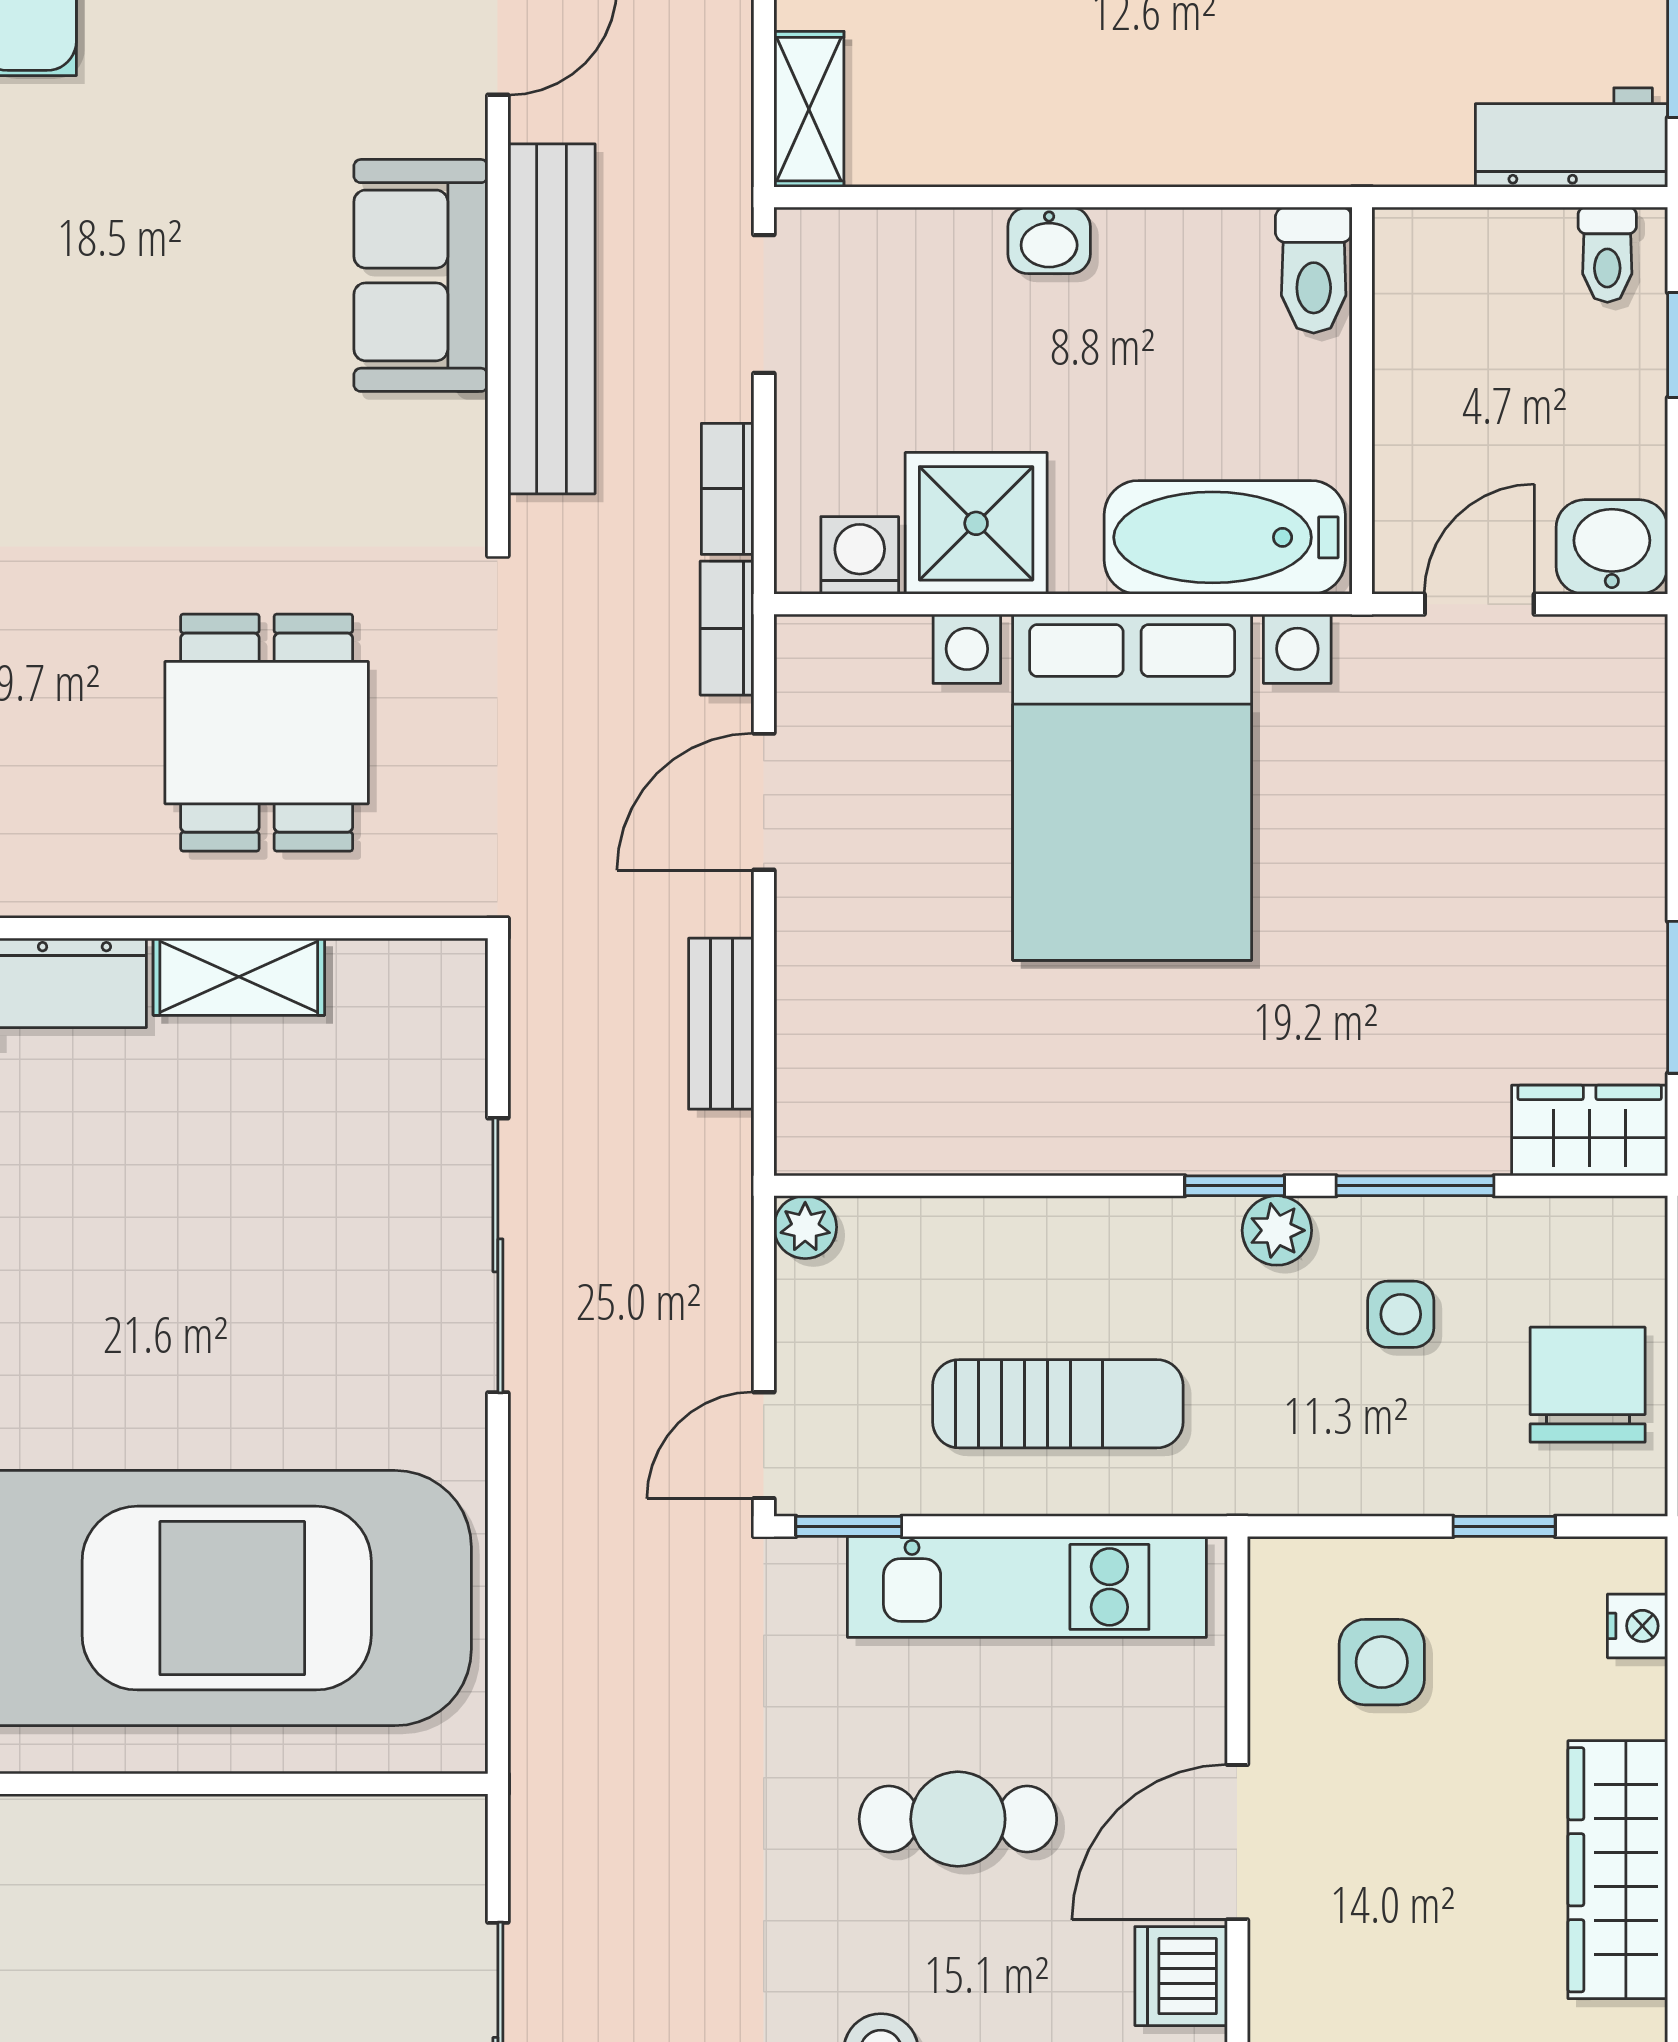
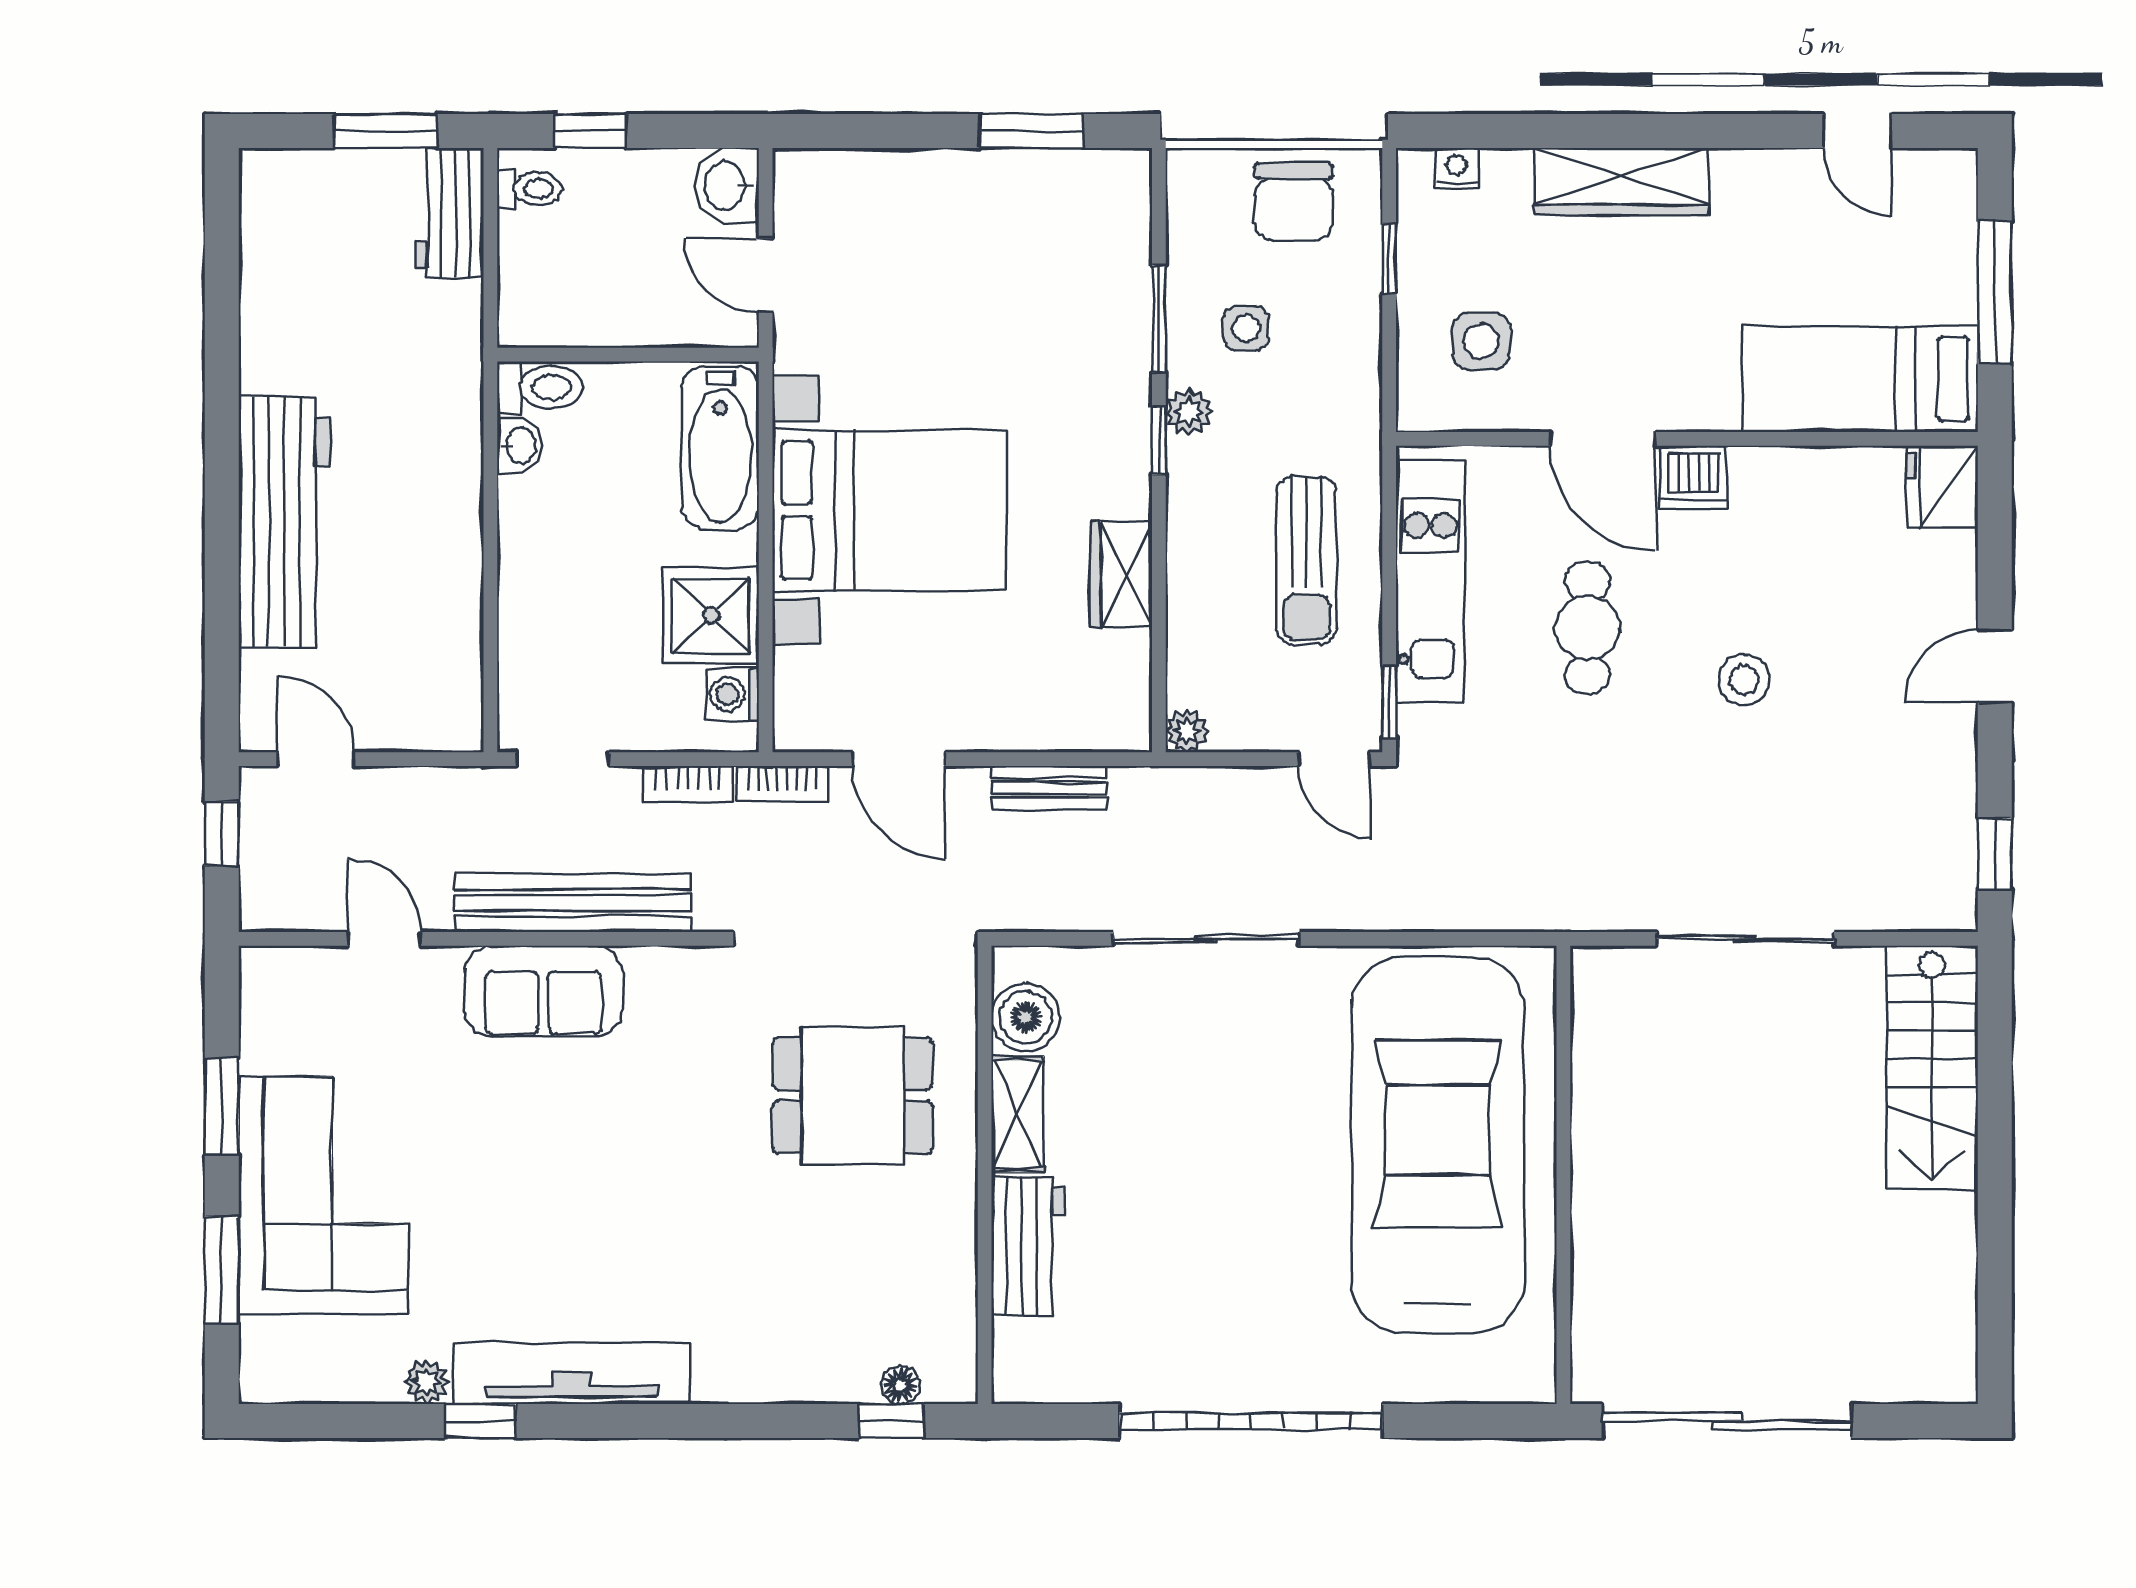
shelving: (809, 109) -> (431, 729), removed
washbasin: (1049, 240) -> (520, 446), moved
boiler: (382, 989) -> (1026, 1017), added
wardrobe: (1590, 1130) -> (1122, 574), moved
chair: (1588, 1385) -> (1293, 202), turned -90
sun lounger: (1058, 1404) -> (1306, 560), turned 180

